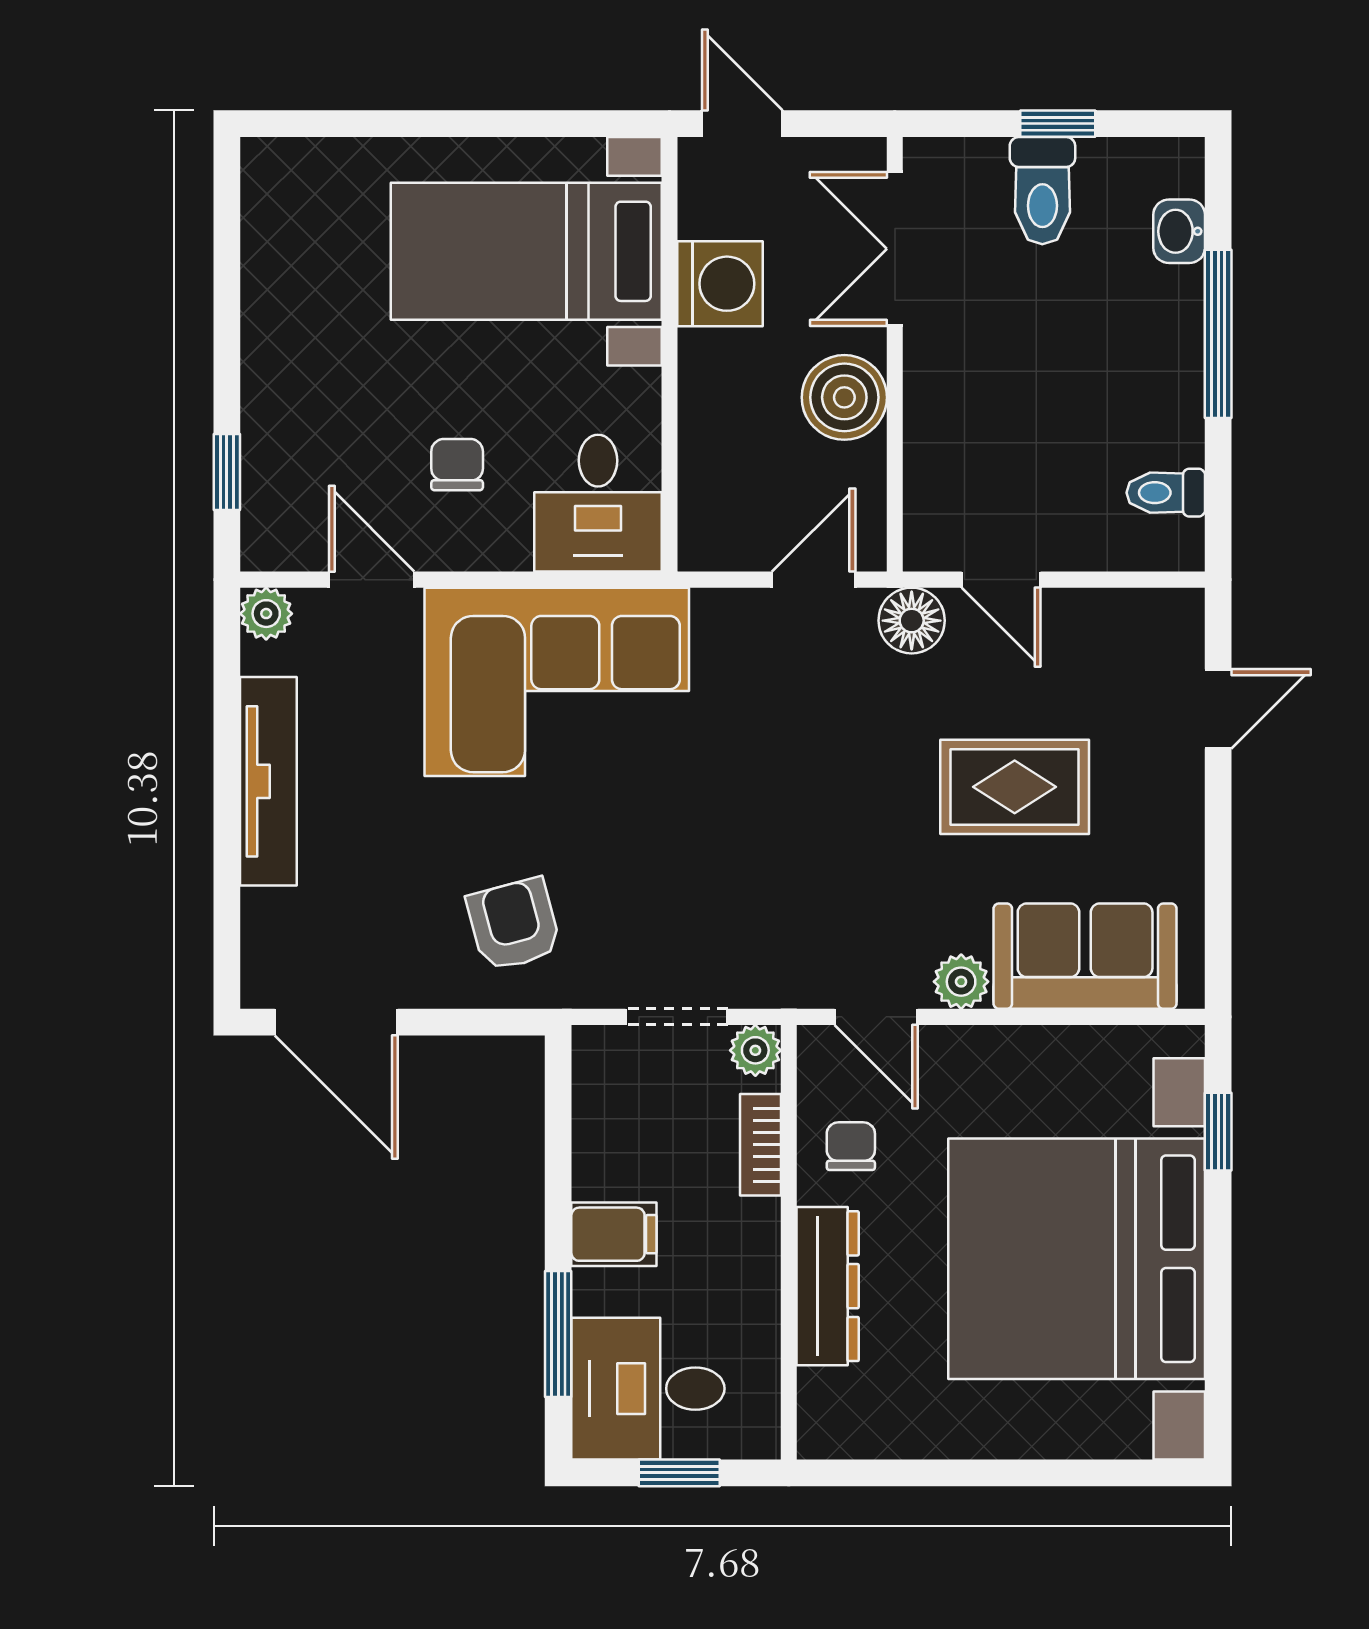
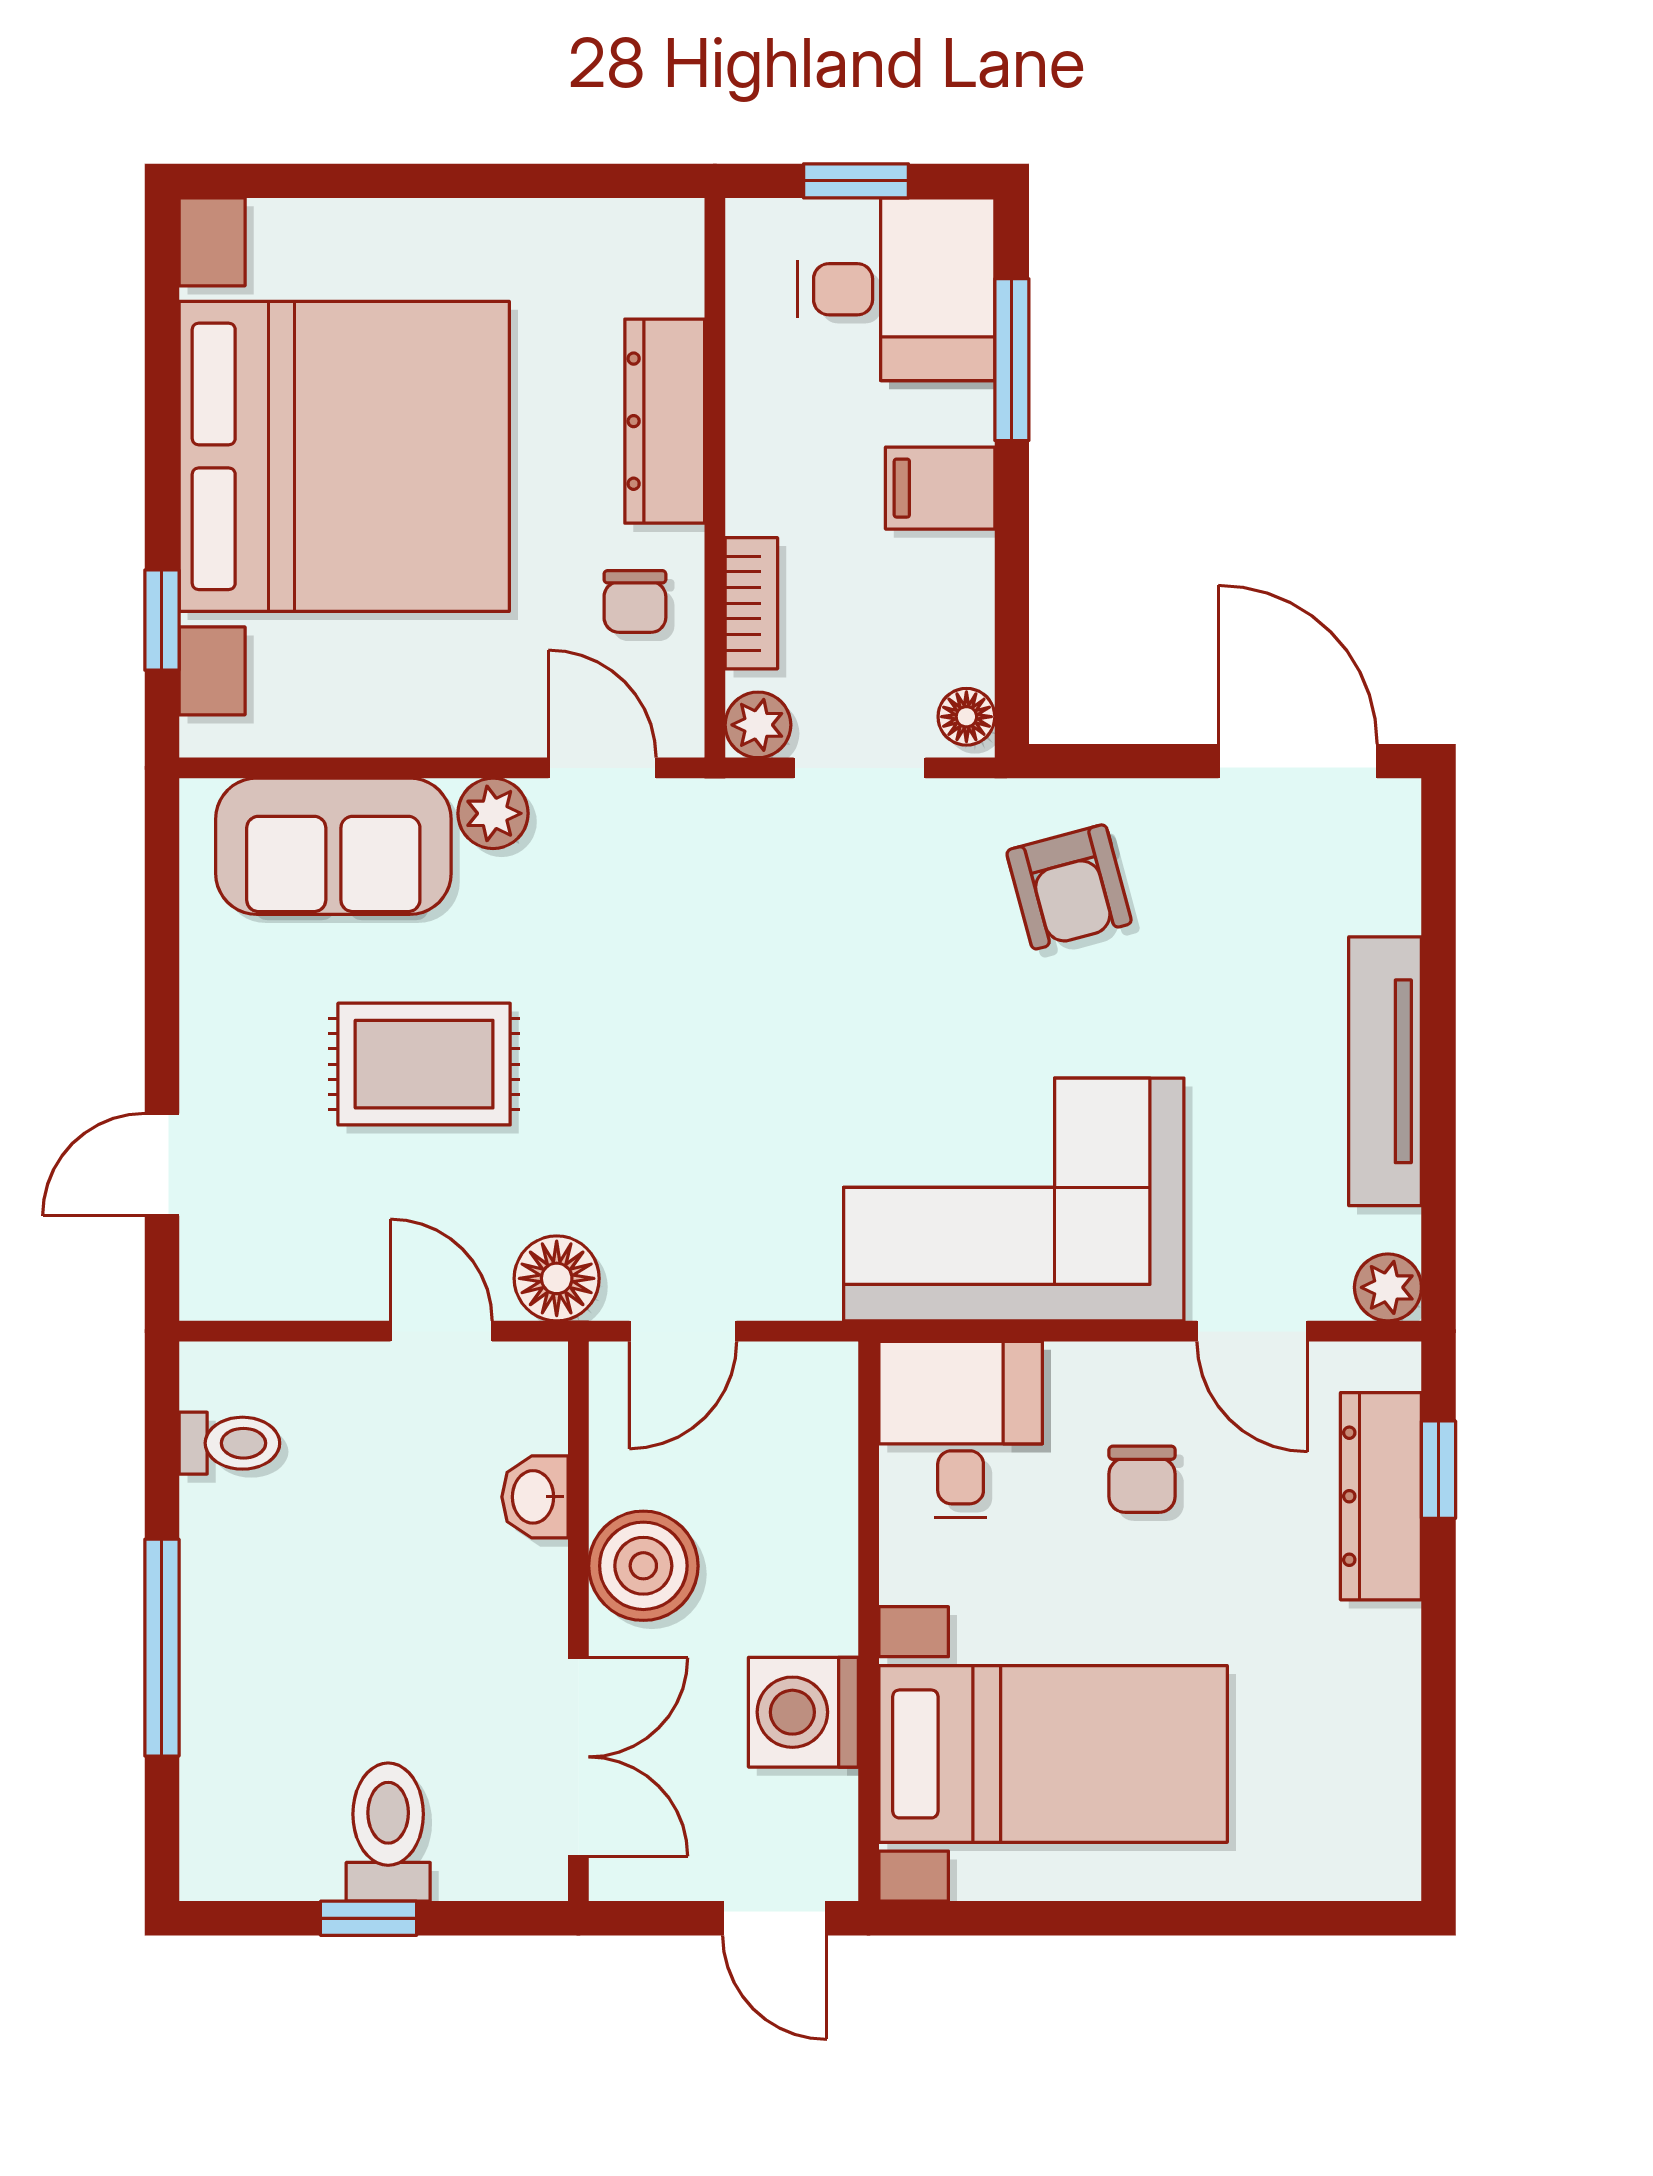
washbasin: (1179, 231) -> (535, 1497), moved, turned 180
dresser: (272, 451) -> (1381, 1496), added
floor lamp: (593, 1057) -> (966, 717), added

